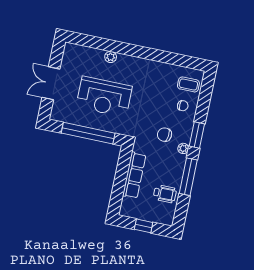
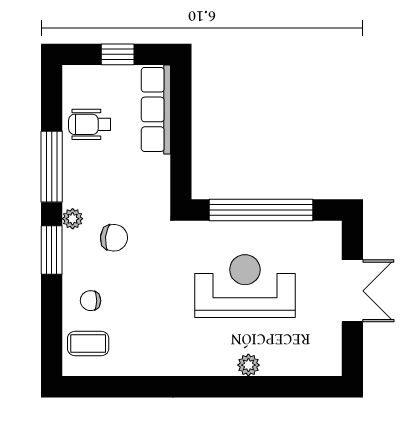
row of seats: (134, 175) -> (156, 109), moved

